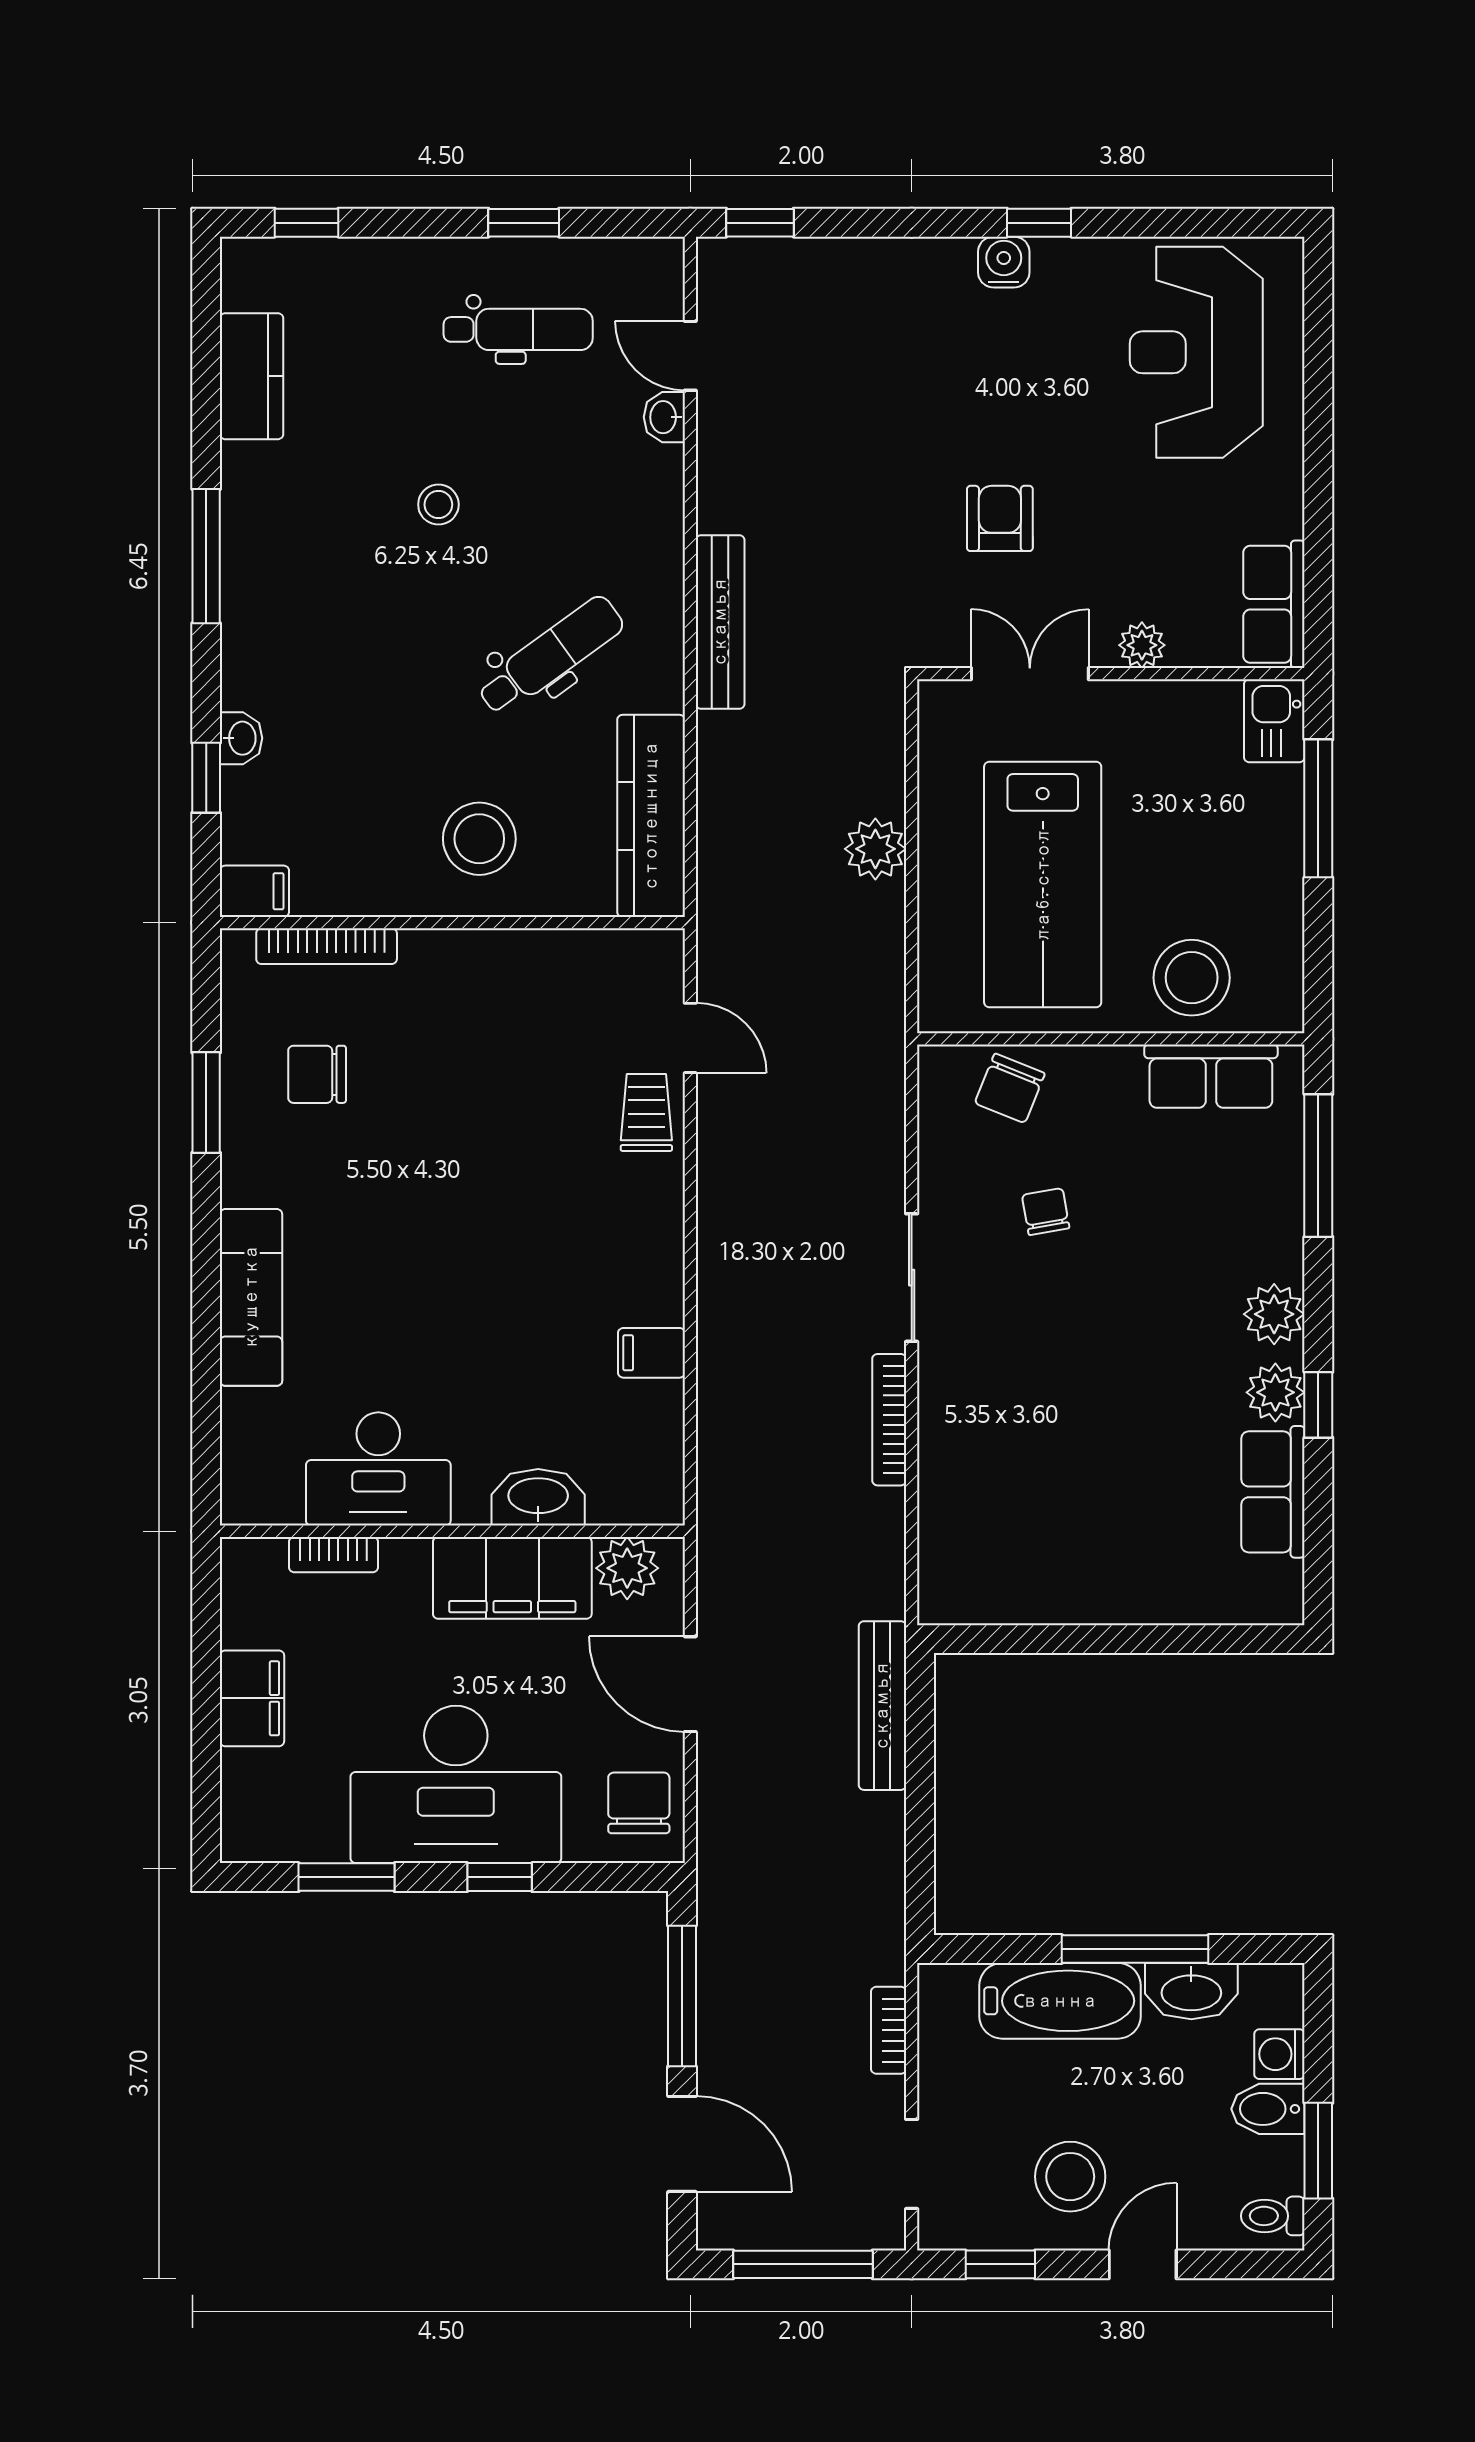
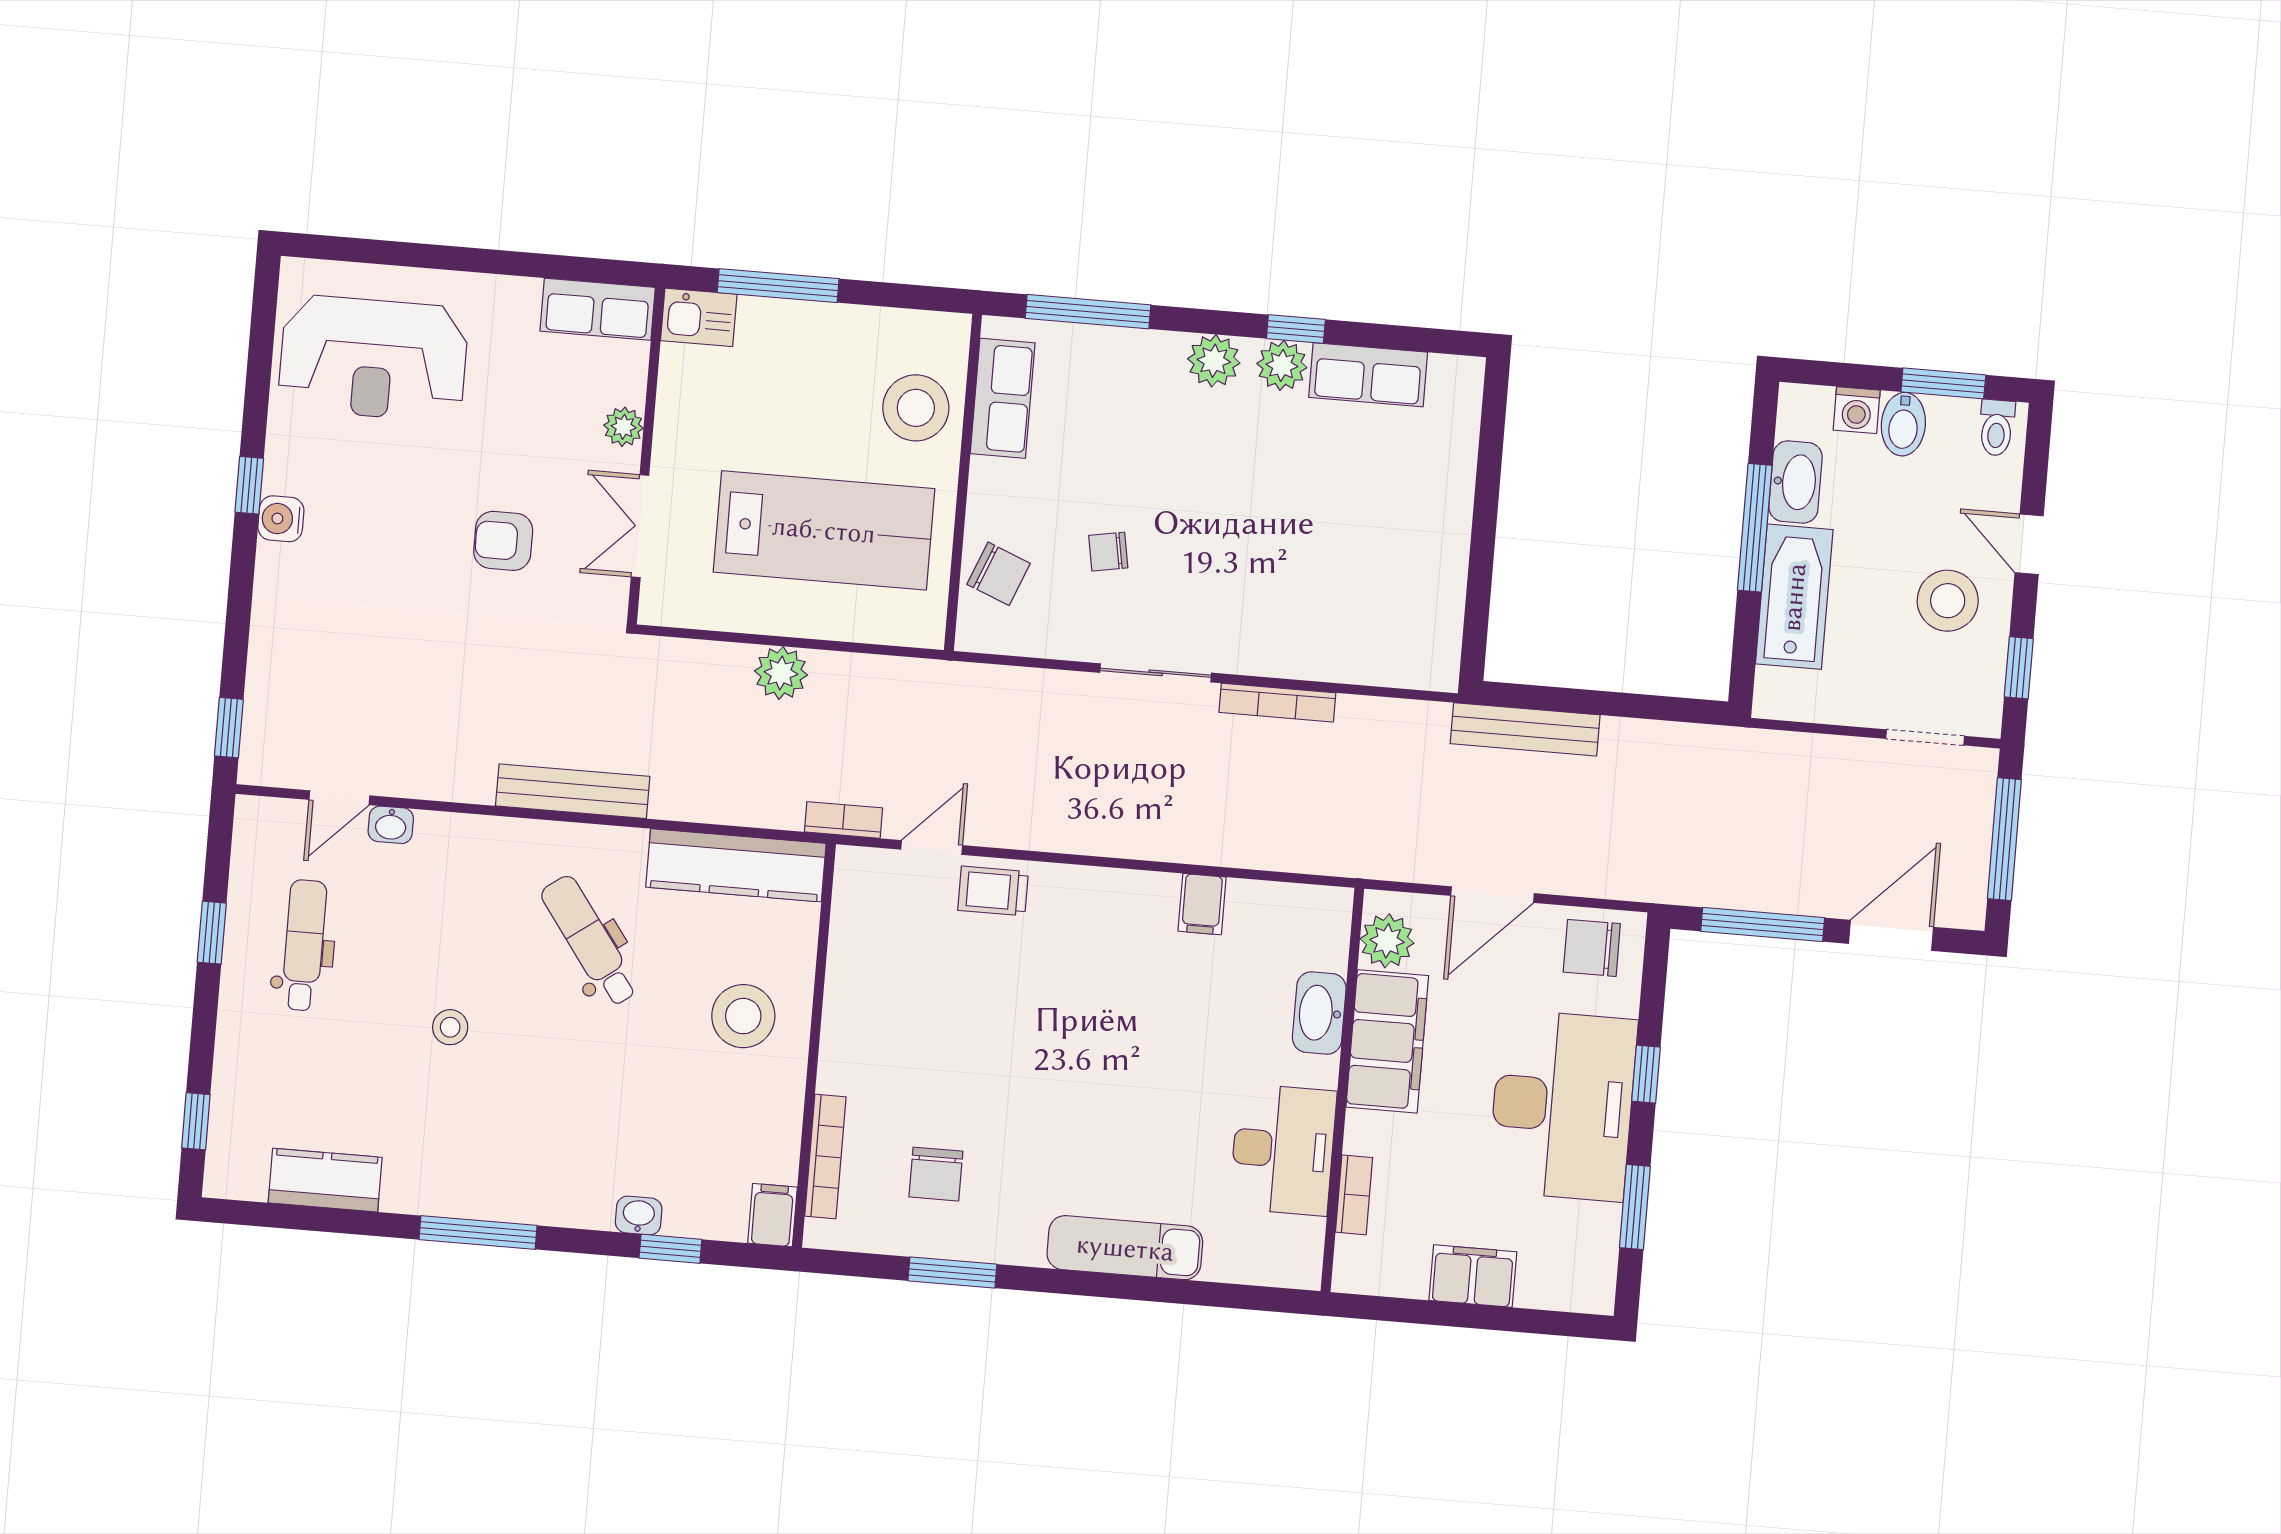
bookcase: (889, 2030) -> (843, 820), moved, turned 180

